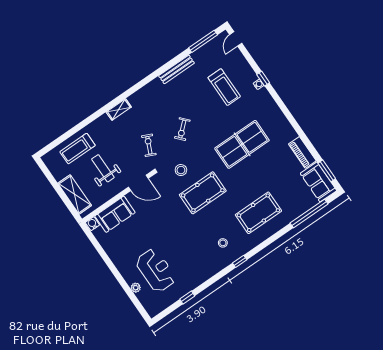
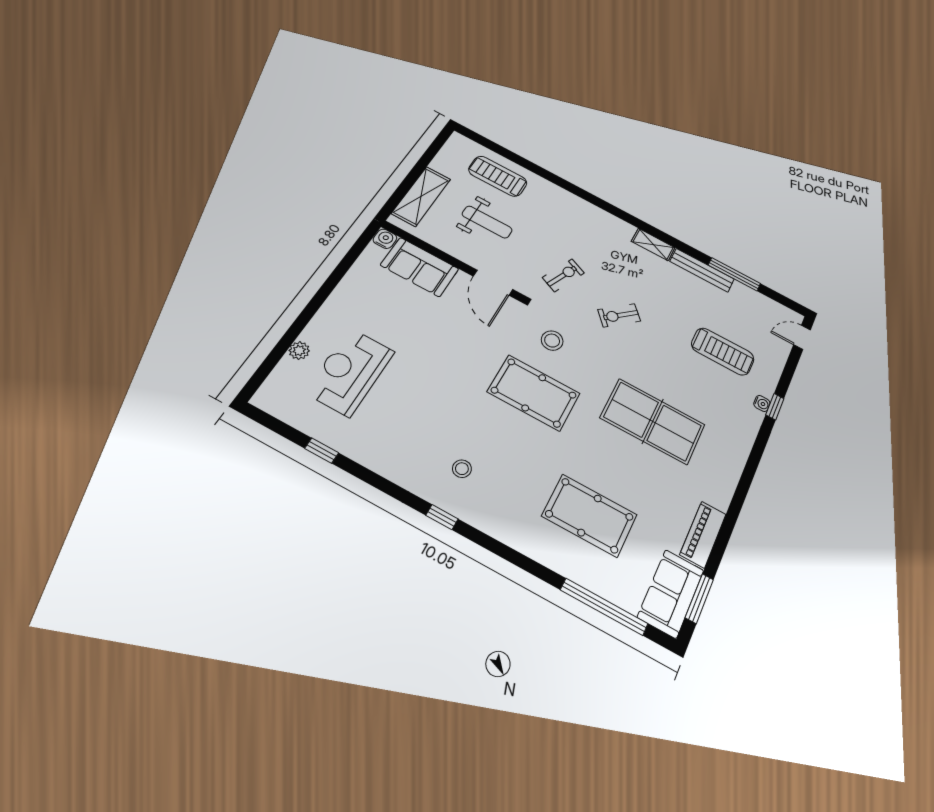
window: (203, 41) -> (734, 274), moved
treadmill: (224, 87) -> (723, 351), turned -90
shelving: (119, 109) -> (653, 244), moved
weight bench: (103, 168) -> (487, 222), turned 90
pool table: (258, 213) -> (590, 515), moved
reception desk: (156, 270) -> (350, 372), turned 180

